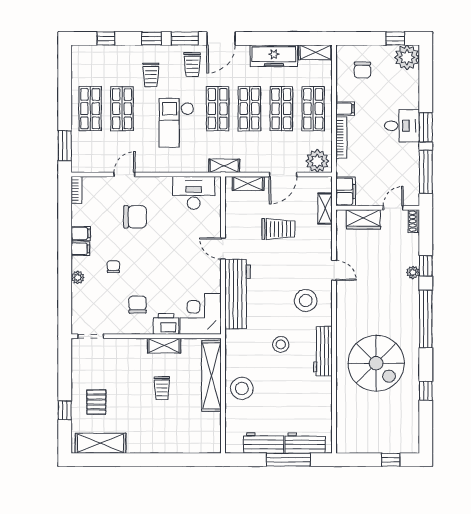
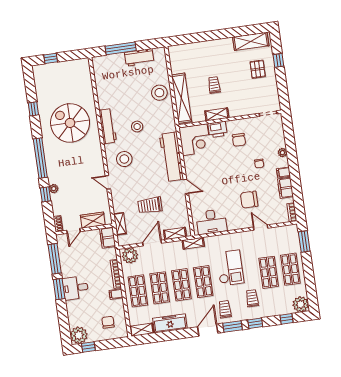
plant: (83, 56) -> (301, 304), added
door: (124, 175) -> (261, 228), swing flipped
filing cabinet: (81, 233) -> (285, 188), width x2.00
workbench: (305, 443) -> (111, 61), removed

